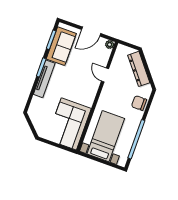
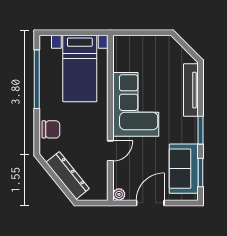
door: (105, 75) -> (110, 151), hinge flipped
tv unit: (44, 79) -> (191, 90), moved
corner sofa: (69, 124) -> (136, 104), moved

